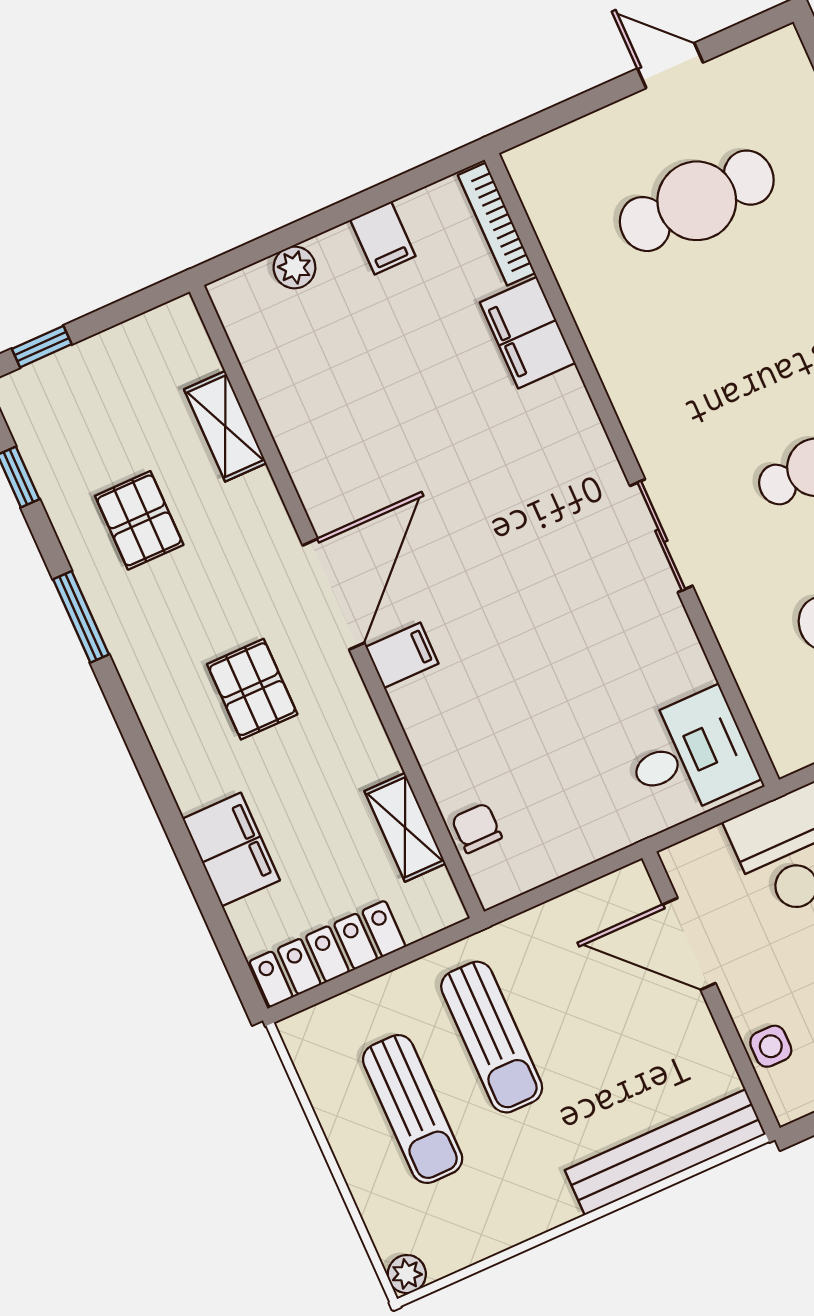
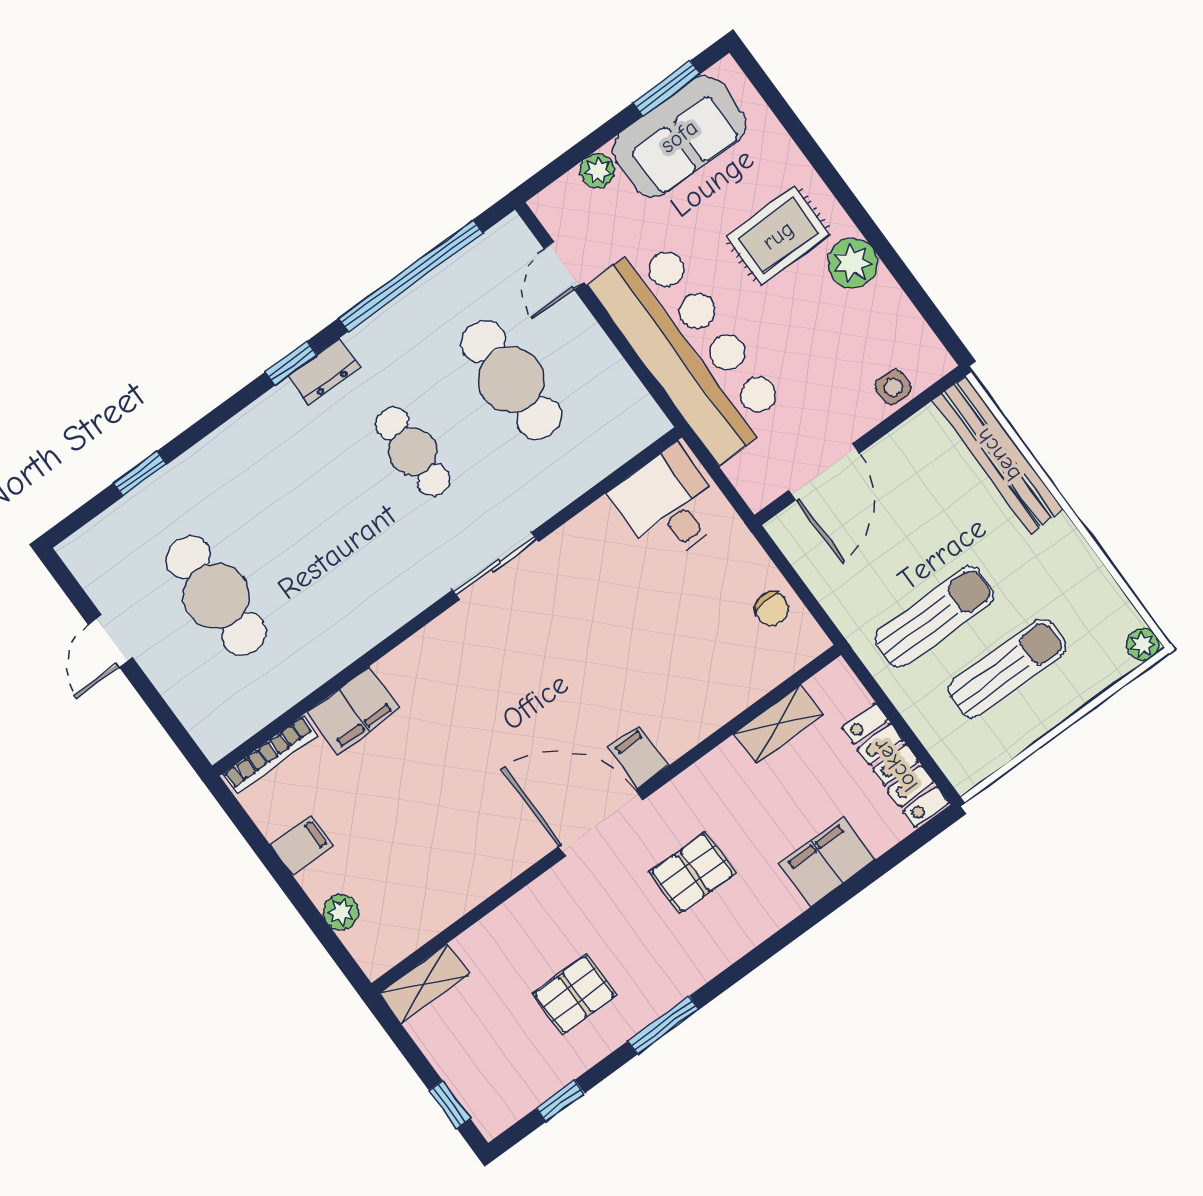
shelving: (225, 426) -> (424, 984), moved
chair: (477, 828) -> (772, 609), moved, turned -100

